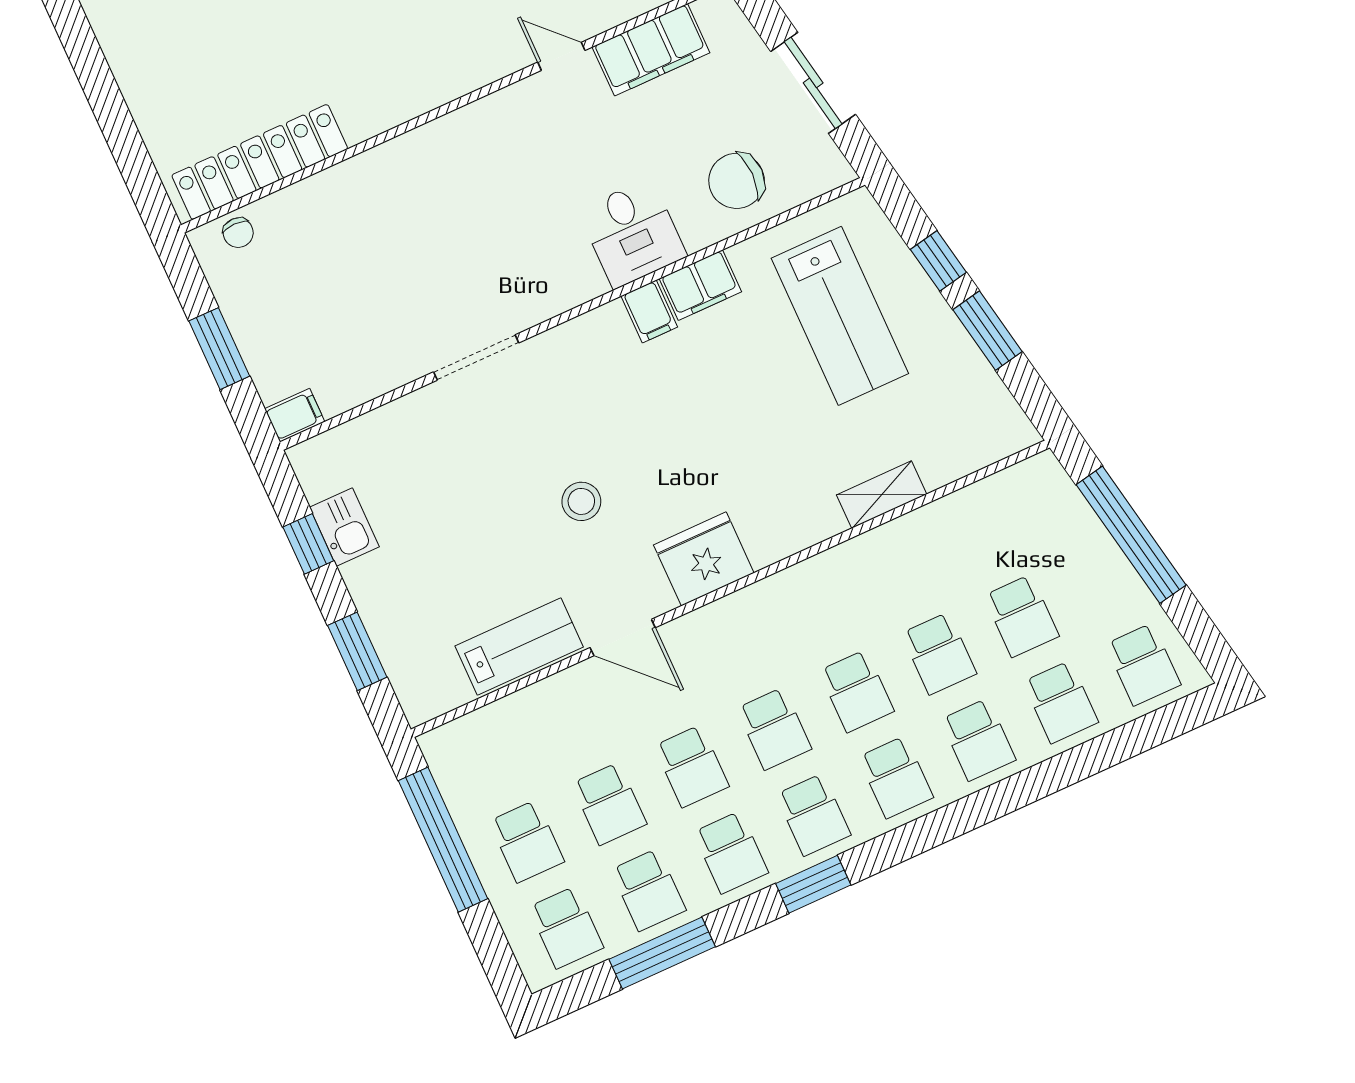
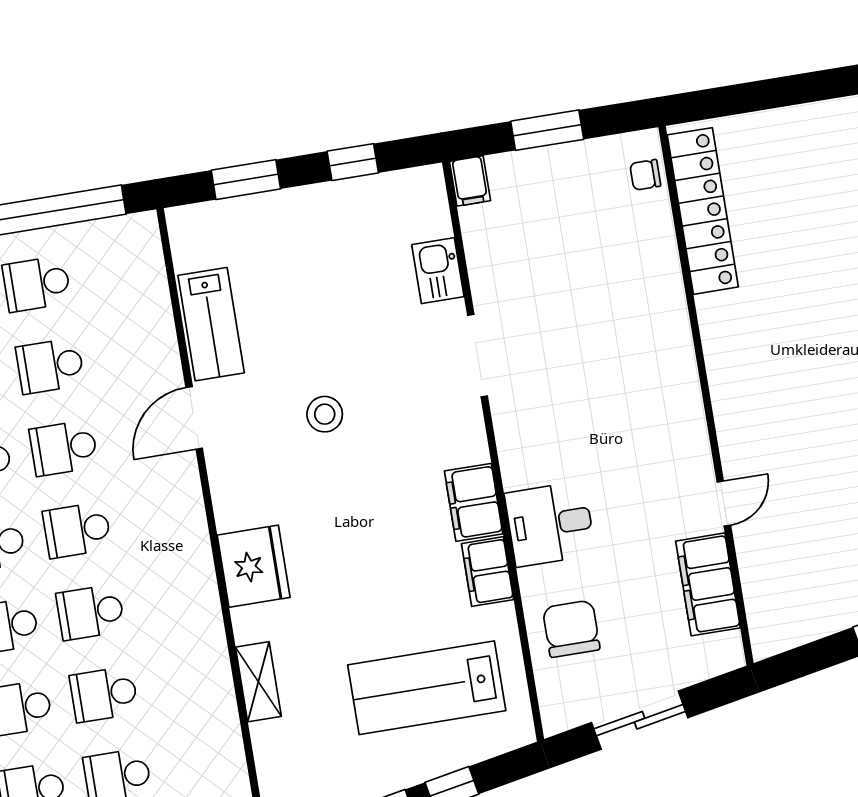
filing cabinet: (649, 312) -> (474, 502), width x2.00
kitchen sink: (344, 527) -> (438, 271), moved, turned 90
fridge: (704, 559) -> (254, 566), moved

